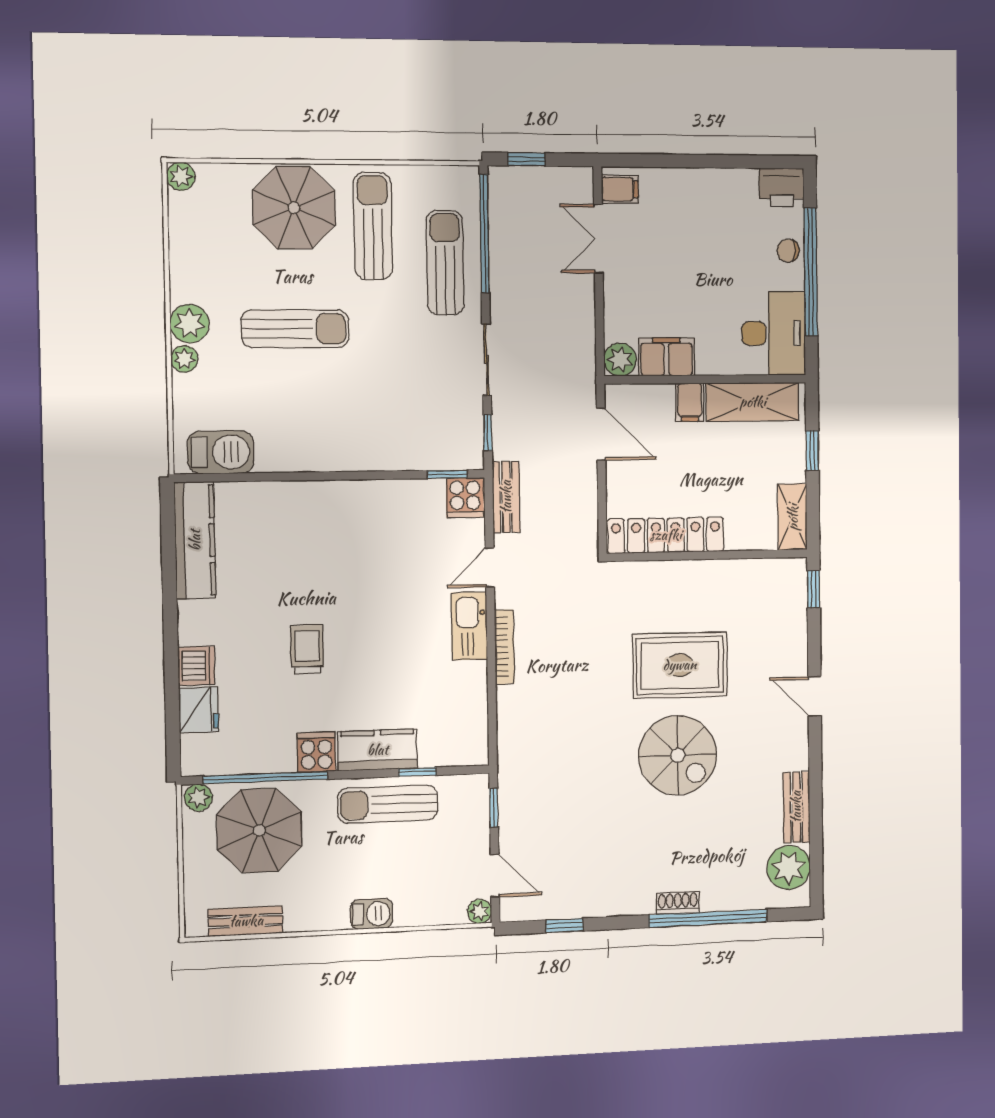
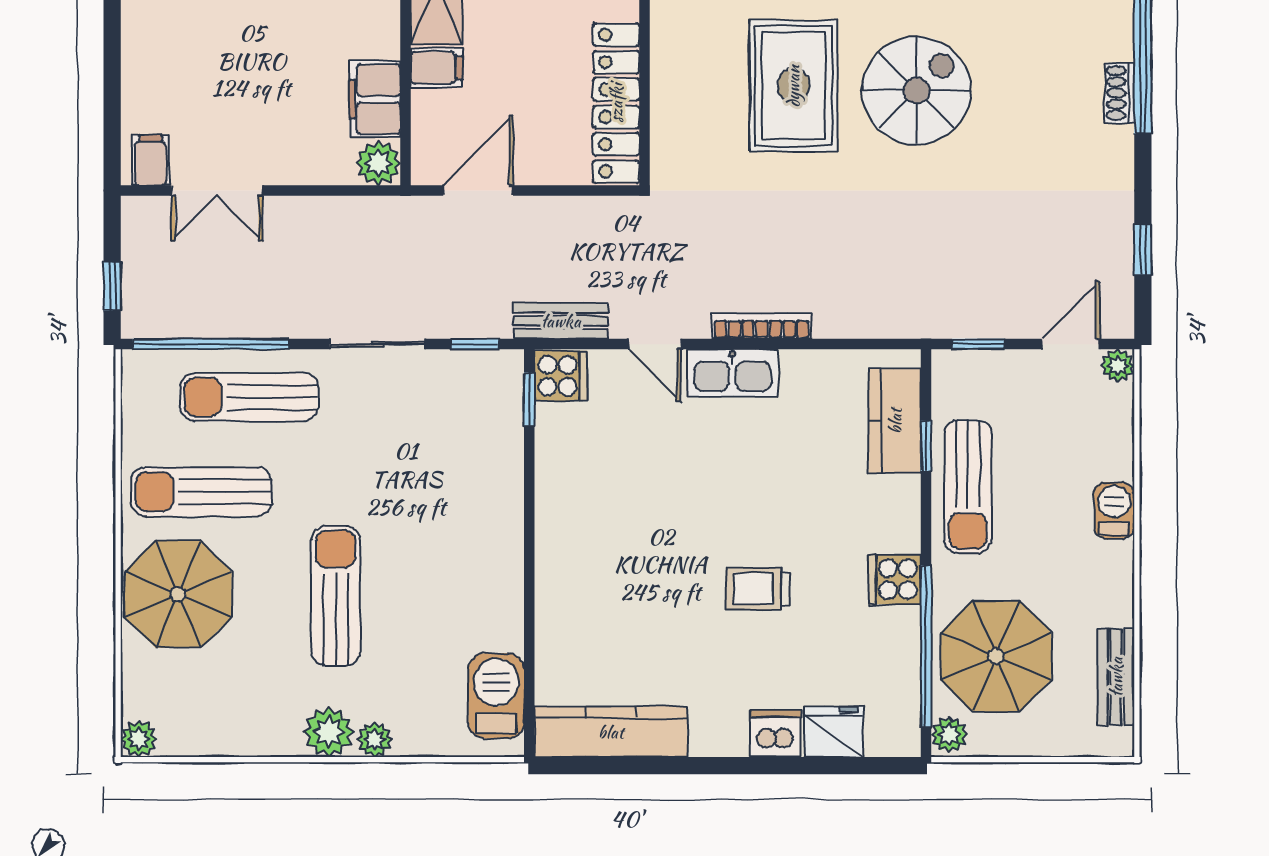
kitchen counter: (378, 750) -> (895, 421), moved

